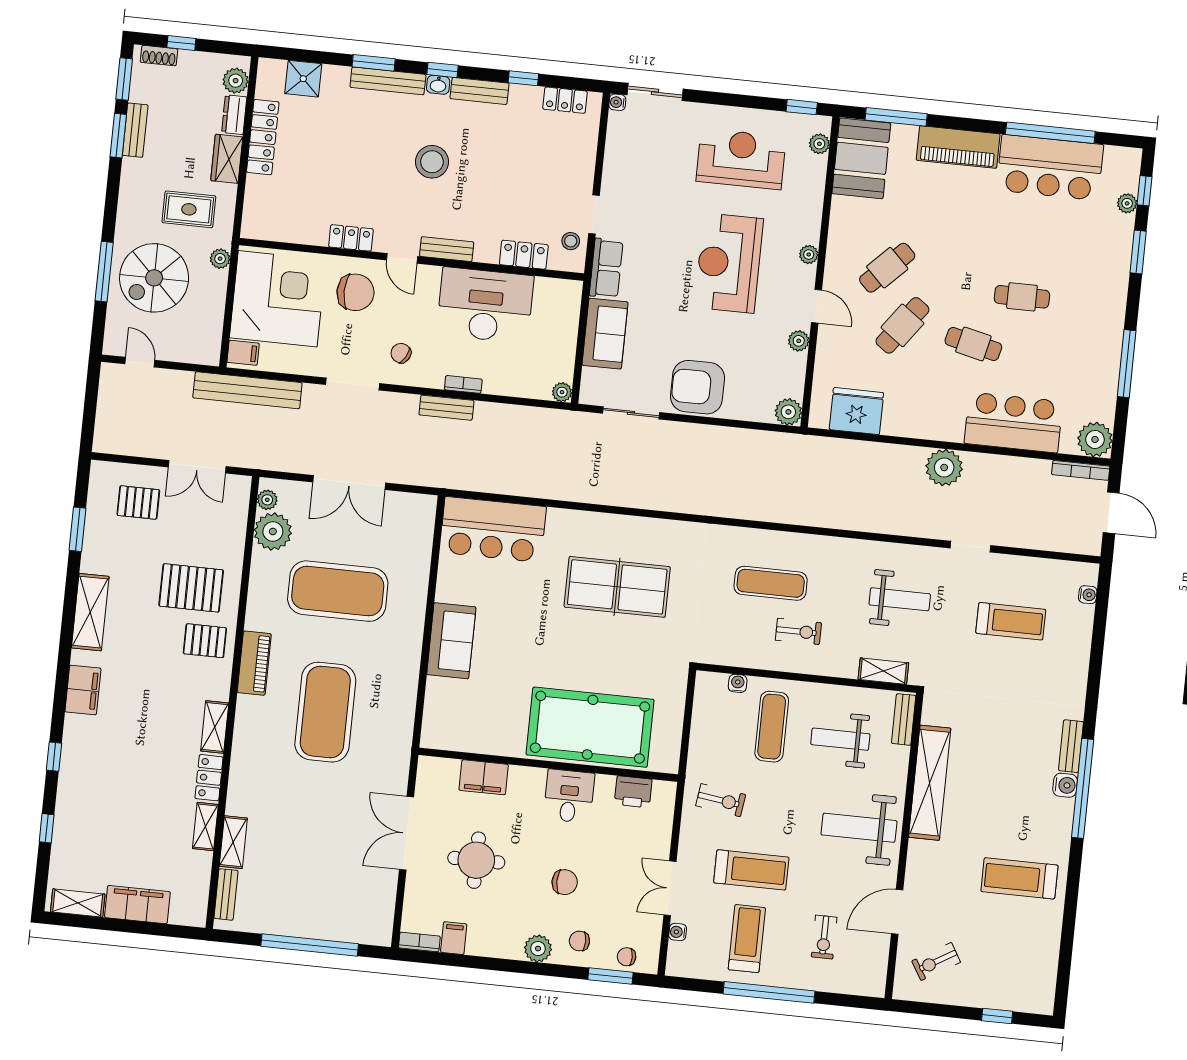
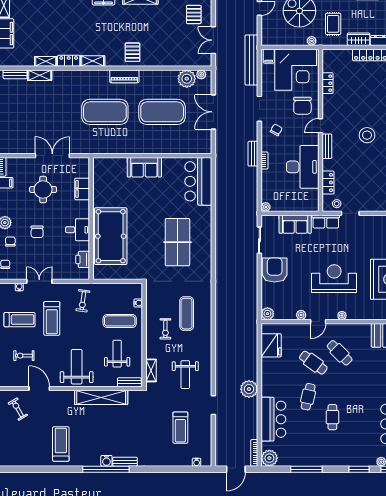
locker: (351, 238) -> (328, 83), moved
pallet: (191, 588) -> (156, 43), removed
exercise mat: (338, 591) -> (162, 112), turned 90

